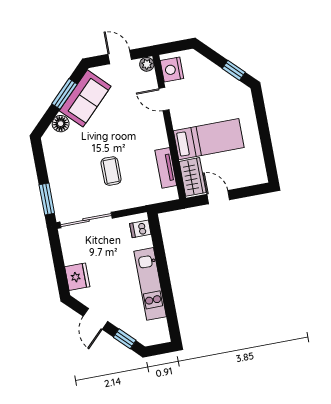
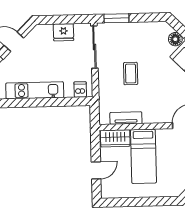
coffee table: (111, 171) -> (131, 74), turned 90
door: (218, 197) -> (96, 170), moved
fridge: (77, 277) -> (63, 32), moved

